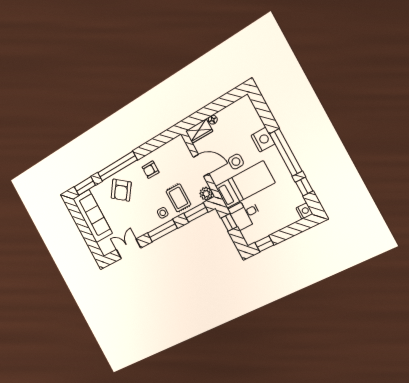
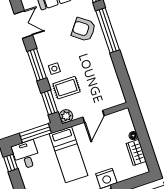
wardrobe: (199, 131) -> (136, 152), moved
side table: (236, 162) -> (91, 150), removed
armchair: (151, 170) -> (98, 65), removed
desk: (245, 214) -> (26, 155), moved
window: (229, 222) -> (35, 133), width x2.17

